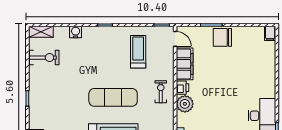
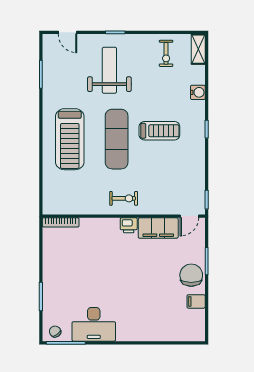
filing cabinet: (270, 33) -> (196, 301), moved
treadmill: (138, 52) -> (159, 131), moved
exercise bike: (44, 58) -> (166, 53), width x0.73, depth x0.72
weight bench: (58, 103) -> (109, 70), added
plant: (185, 104) -> (108, 228), removed

